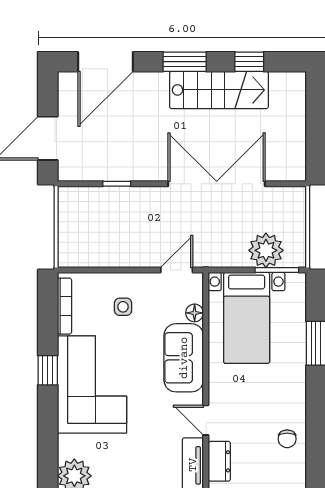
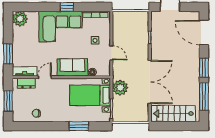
window: (249, 62) -> (204, 96), width x2.17
stairs: (219, 90) -> (173, 114), moved, turned 90
plant: (266, 250) -> (120, 88), moved
door: (177, 270) -> (111, 53), moved

